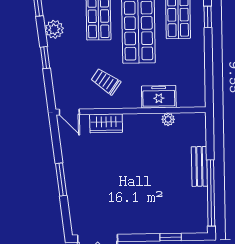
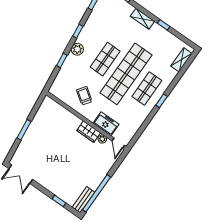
door: (69, 112) -> (118, 143), moved
wardrobe: (106, 123) -> (89, 132), moved
bench: (199, 166) -> (83, 200), moved

